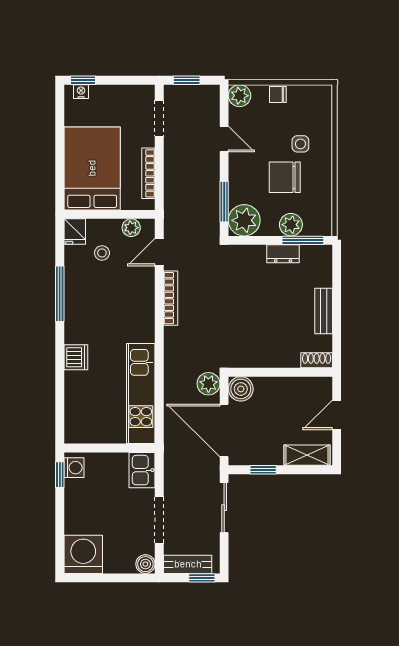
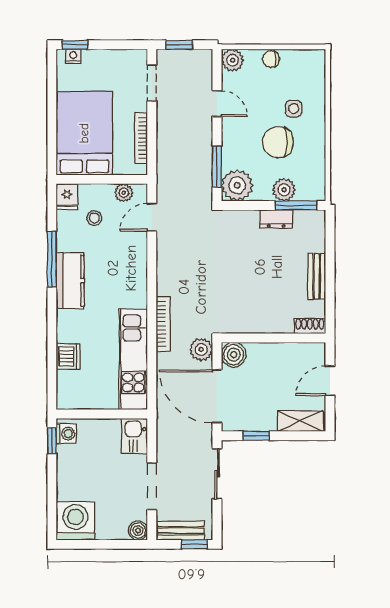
bookcase: (171, 298) -> (163, 324), moved
kitchen counter: (78, 315) -> (70, 281), added
dishwasher: (76, 357) -> (68, 356), moved

